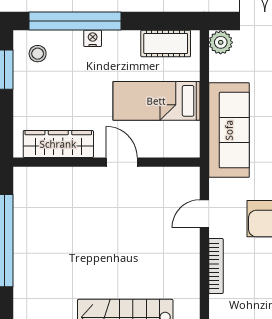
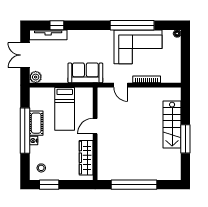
window: (75, 21) -> (25, 131), moved
cot: (166, 43) -> (36, 123), moved
sofa: (229, 130) -> (85, 73), width x0.73

